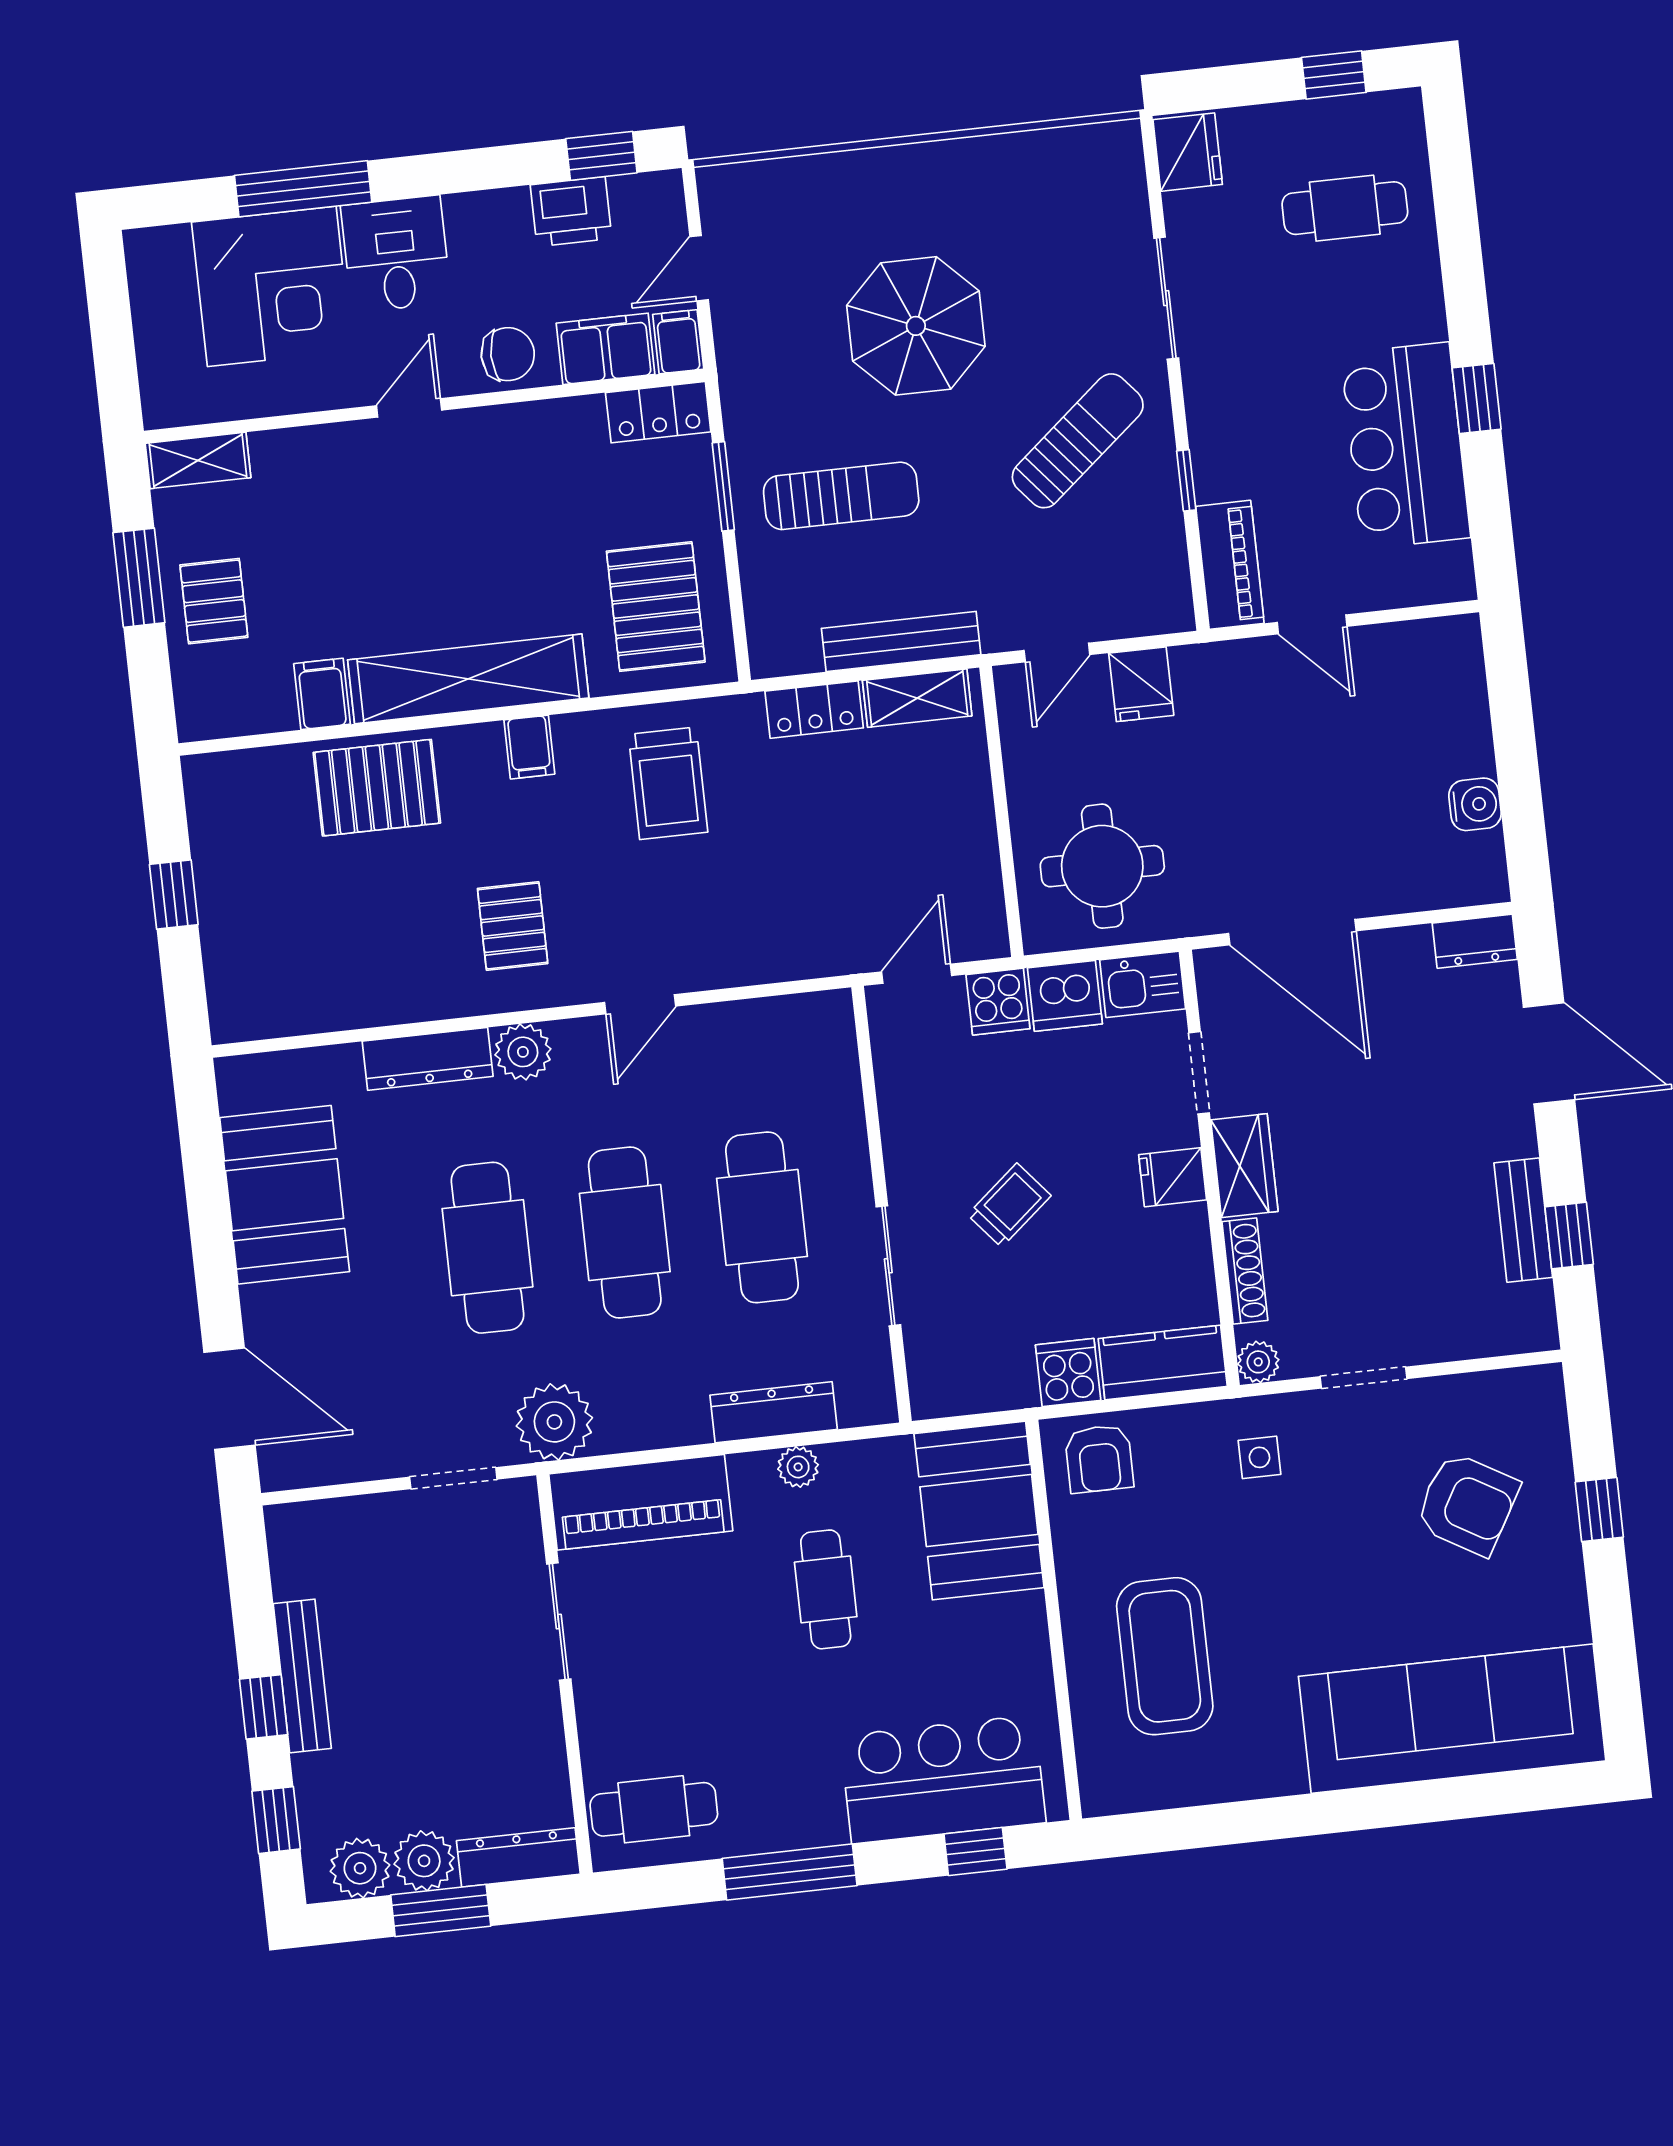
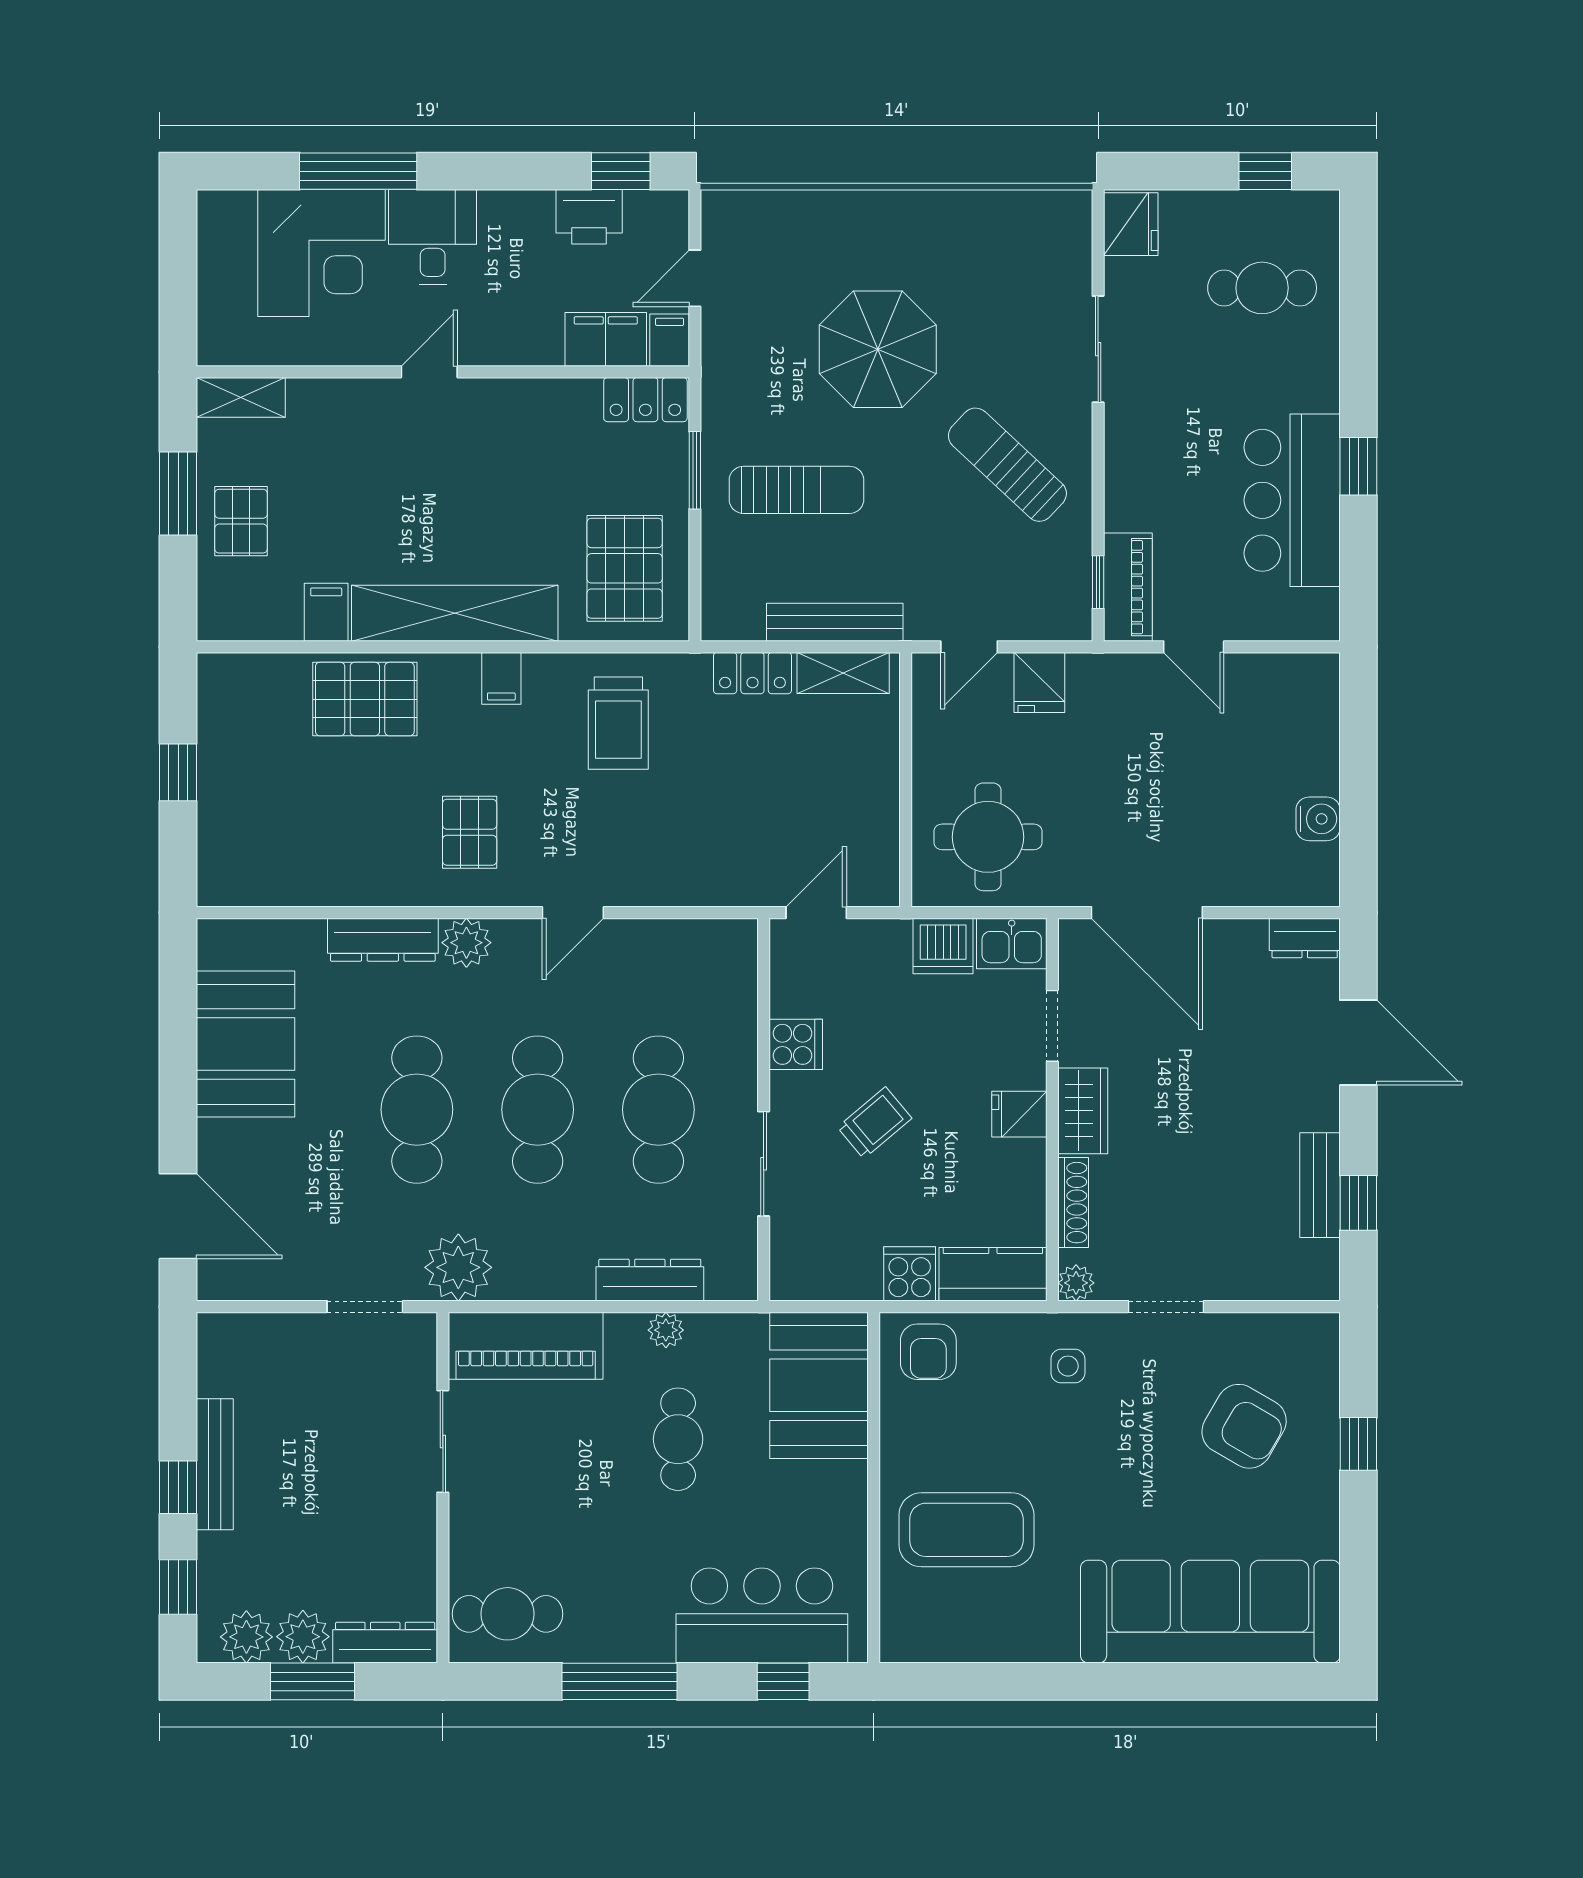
chair: (508, 354) -> (520, 335), removed
sun lounger: (1078, 441) -> (1007, 465), turned -97
window: (1186, 480) -> (1098, 582), moved
cooker: (998, 1002) -> (796, 1044), moved, turned -90
coffee table: (1165, 1656) -> (966, 1530), turned 90

